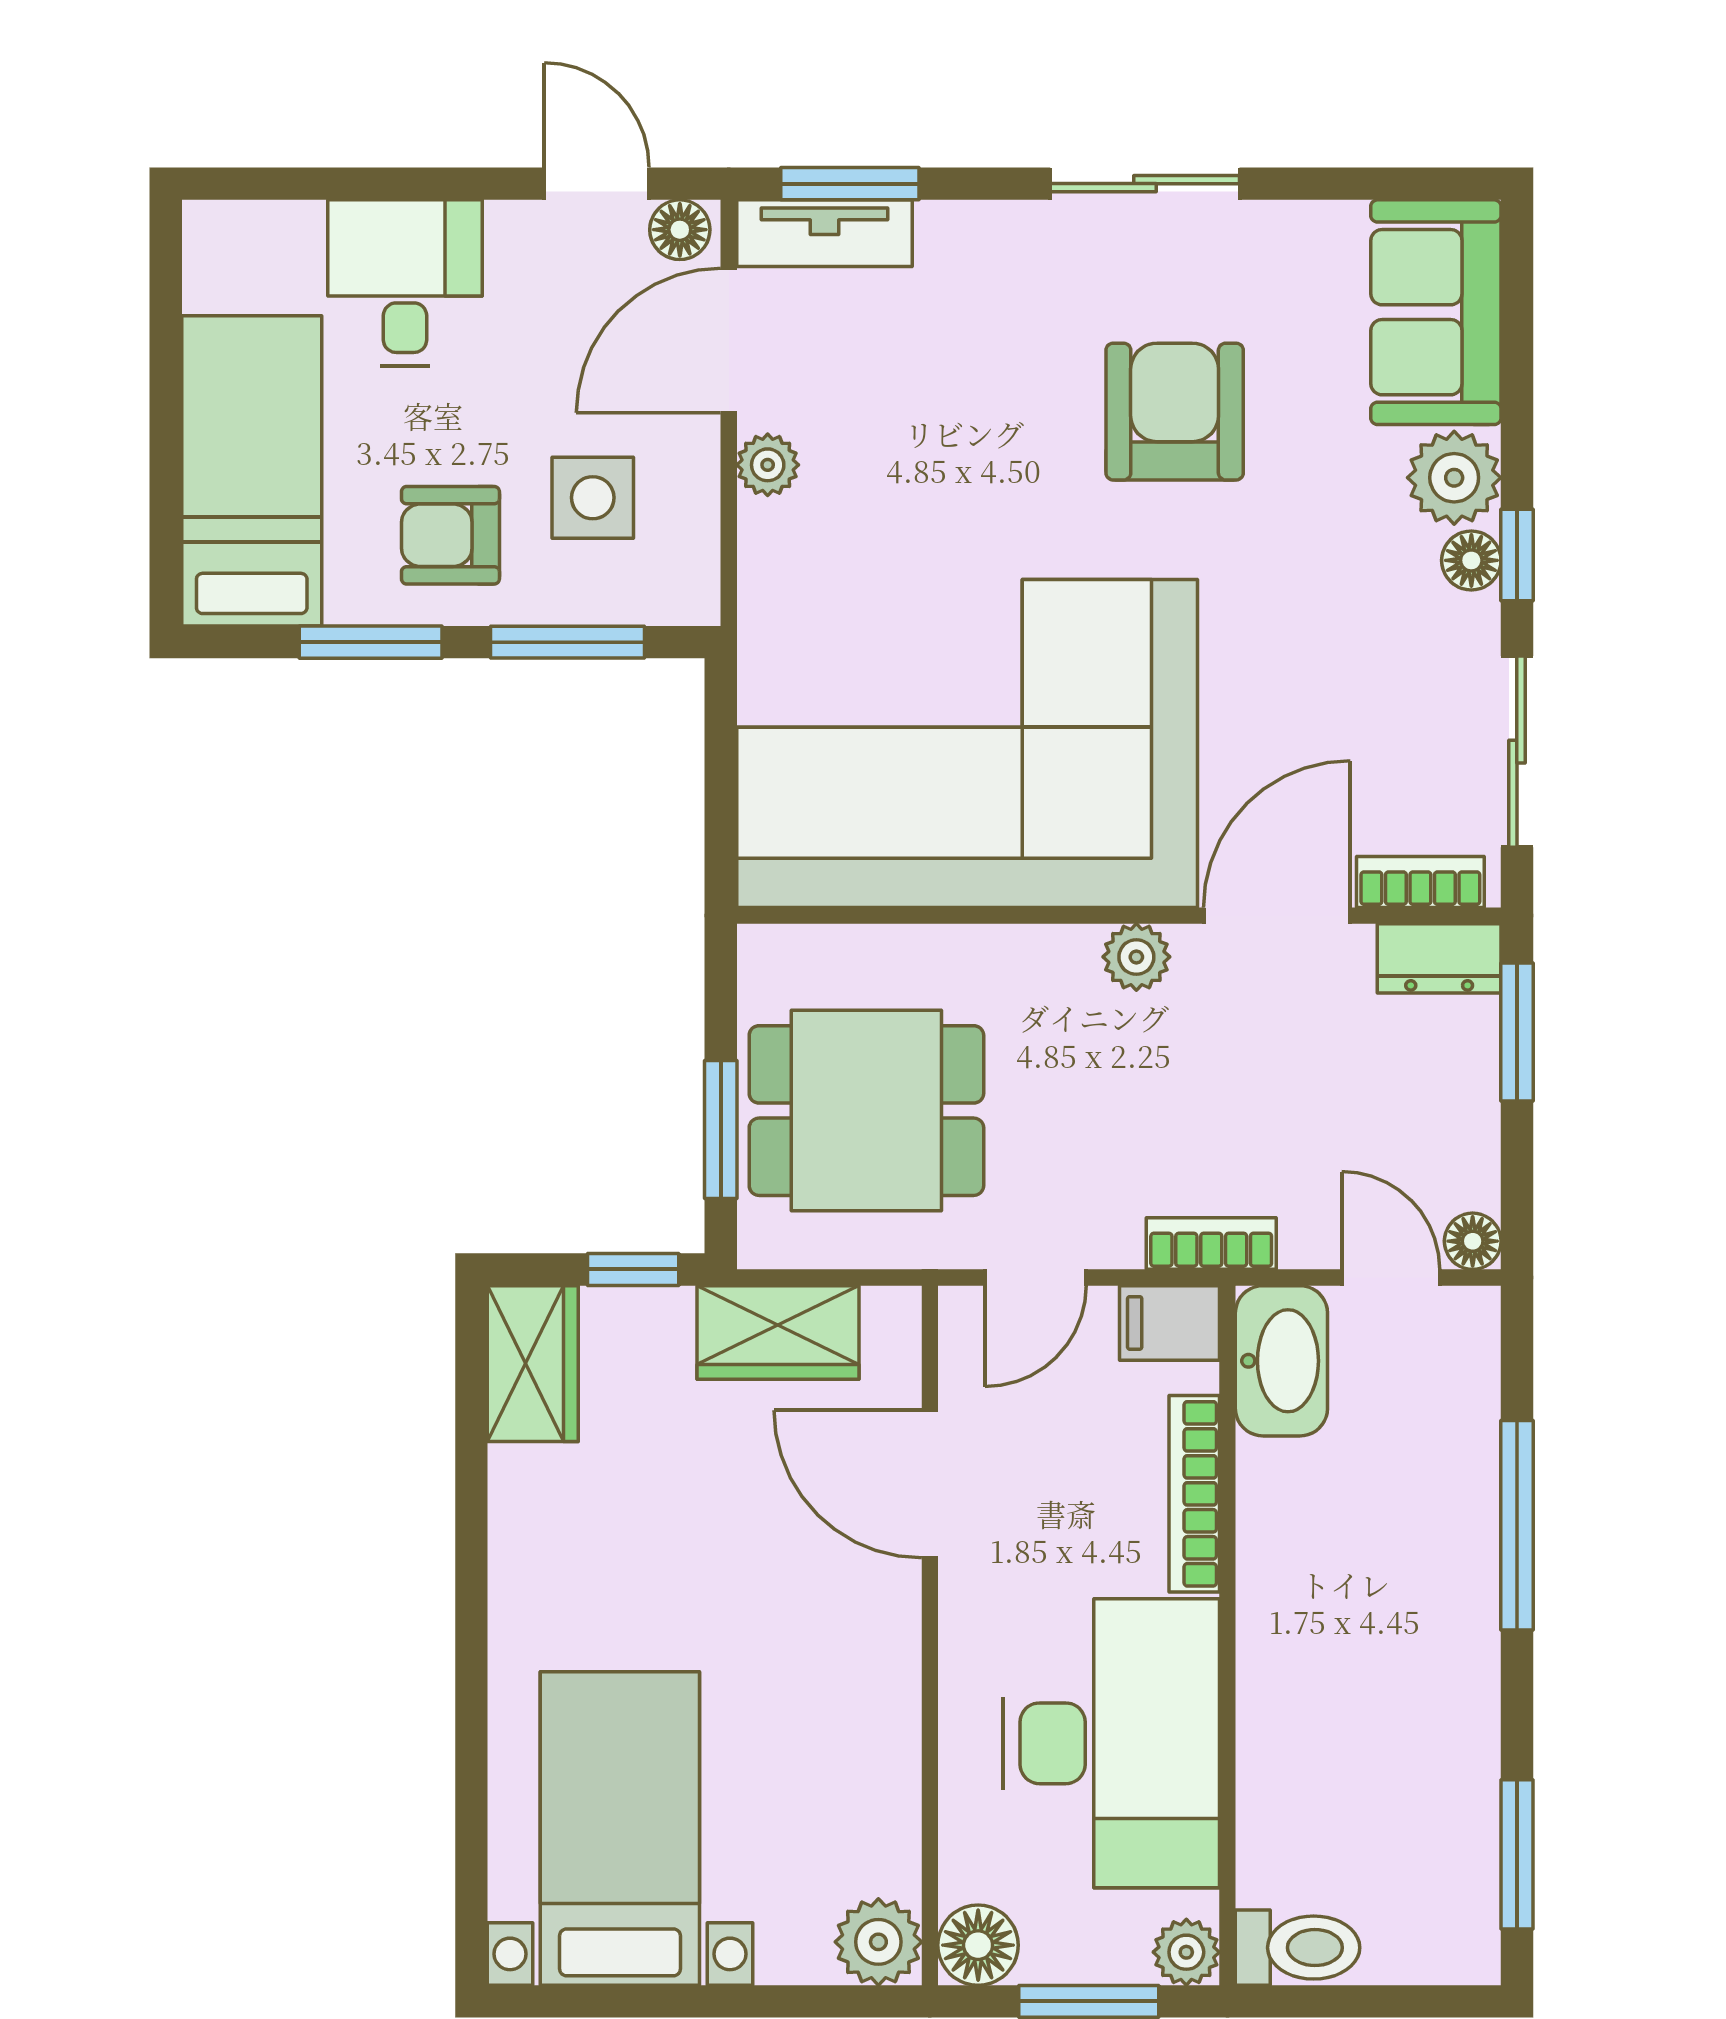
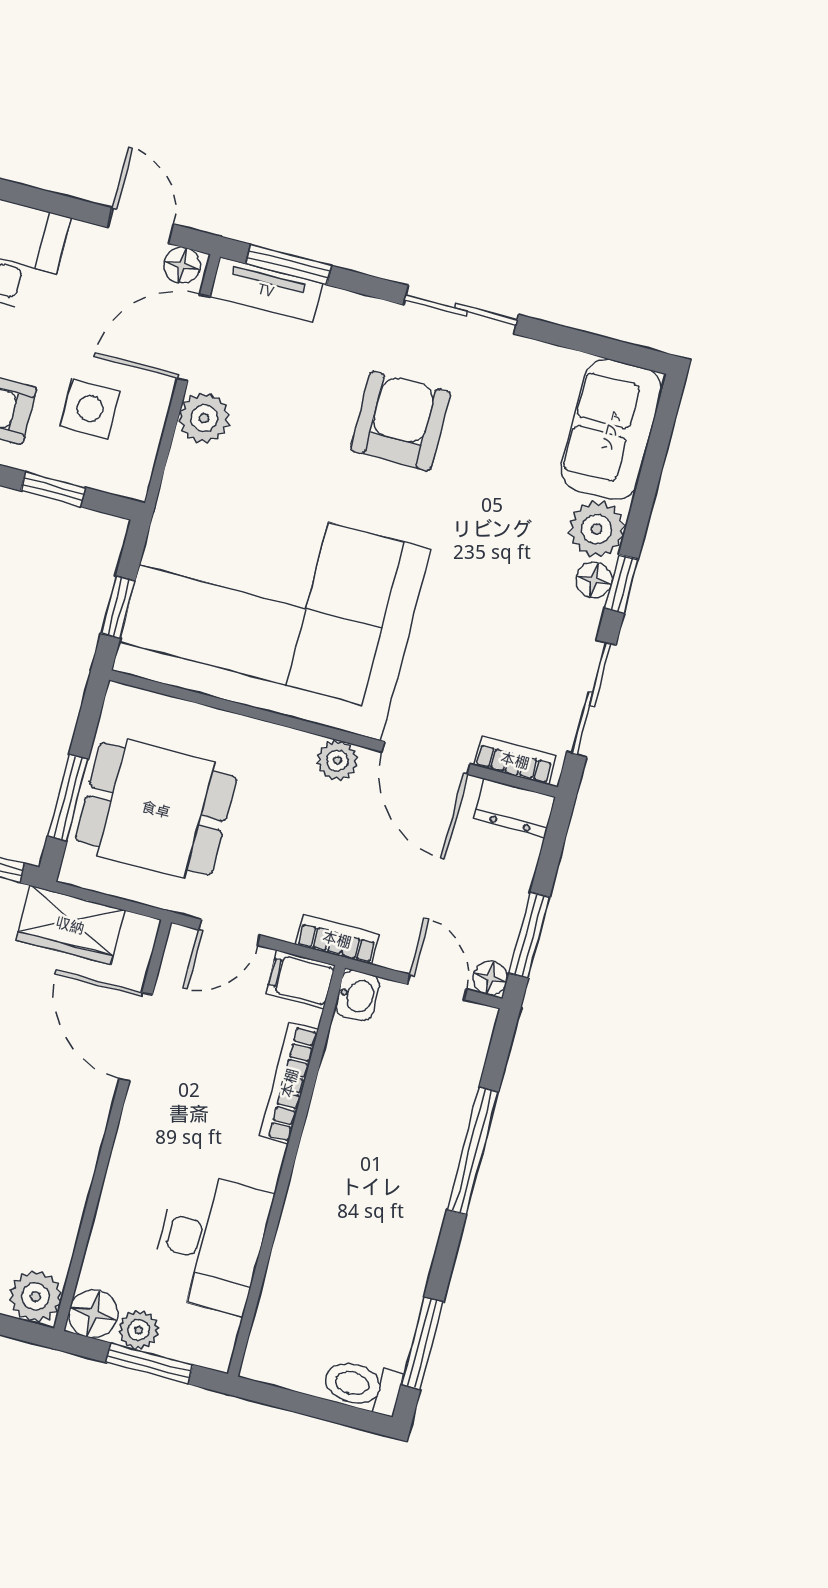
armchair: (1175, 412) -> (400, 421), moved
plant: (768, 465) -> (204, 418), width x1.38, depth x1.38
window: (568, 642) -> (53, 489), width x0.67
window: (721, 804) -> (118, 607), added
door: (1277, 916) -> (426, 758), swing flipped
window: (1517, 1032) -> (529, 935), moved
washbasin: (1281, 1361) -> (357, 996), width x0.52, depth x0.69
desk: (1111, 1743) -> (211, 1243), width x0.73, depth x0.77
toilet: (1298, 1948) -> (362, 1386), moved, turned 180
plant: (1186, 1952) -> (139, 1330), moved

